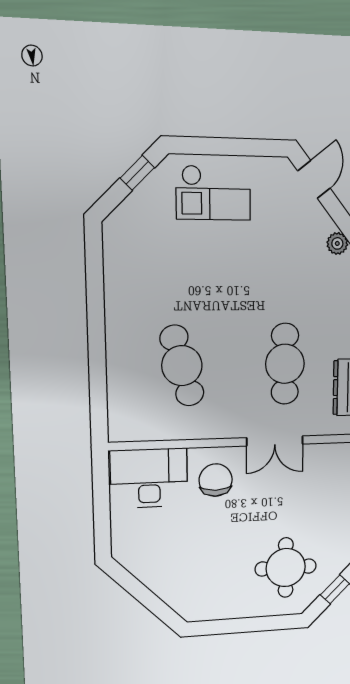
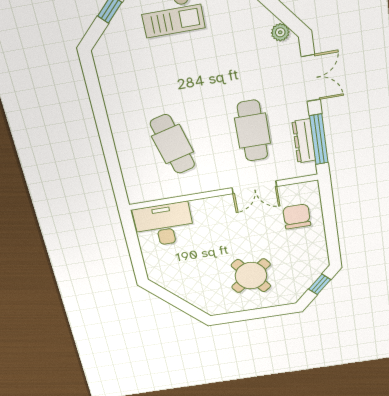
chair: (216, 480) -> (297, 216), moved
round table: (286, 568) -> (251, 276), moved, turned -37

